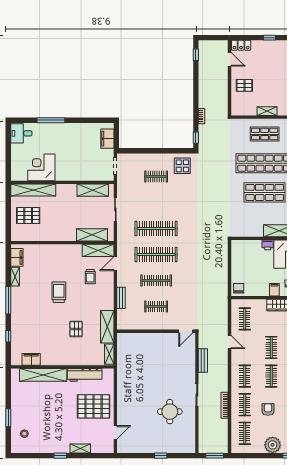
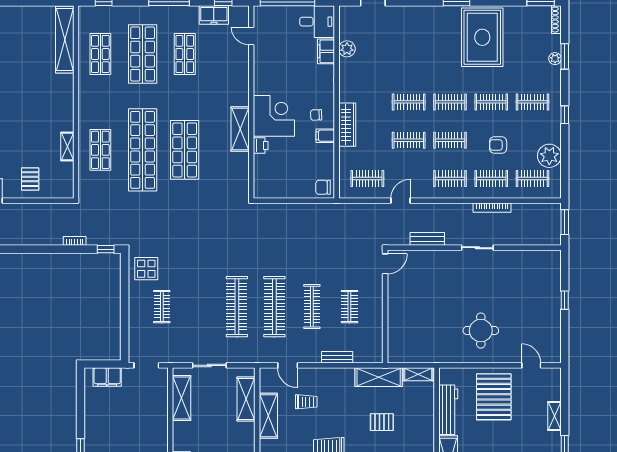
shelving: (98, 250) -> (268, 416), moved
door: (186, 331) -> (385, 264), hinge flipped
round table: (170, 412) -> (481, 331), moved
plant: (273, 445) -> (549, 156), moved

